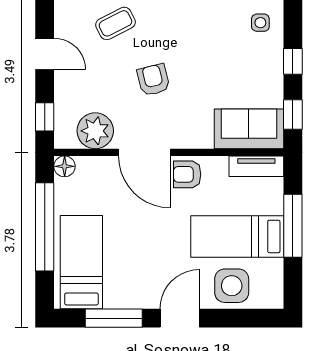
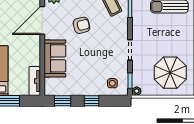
sofa: (249, 129) -> (55, 58), moved
armchair: (187, 174) -> (30, 44), removed

